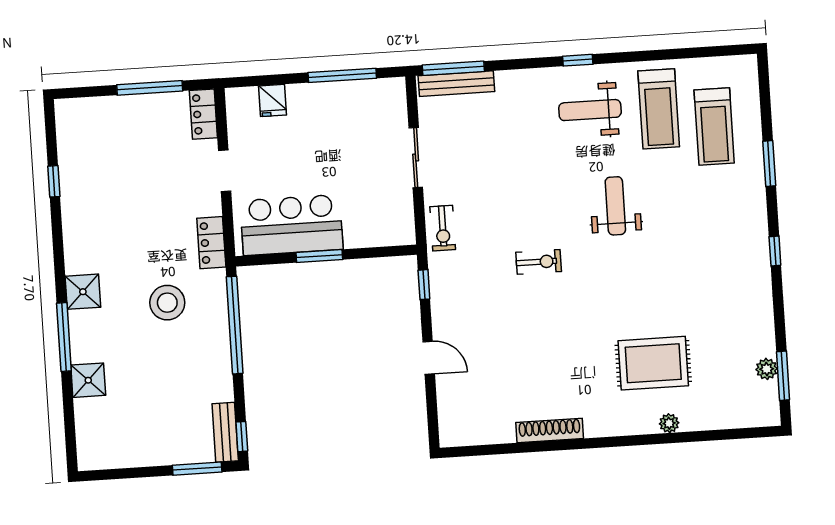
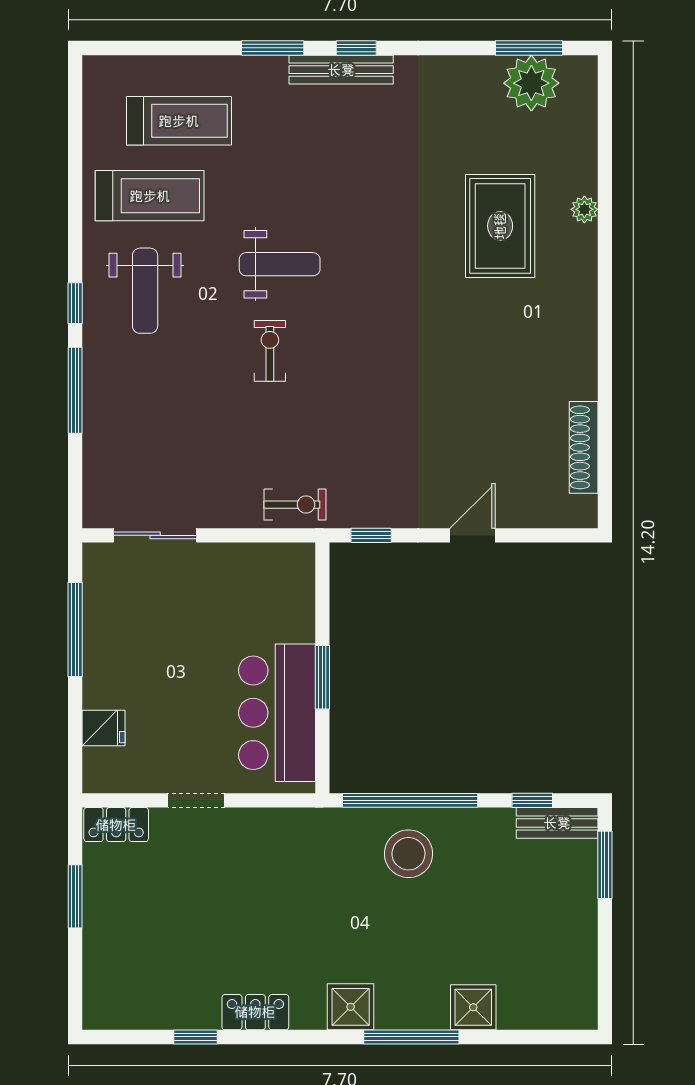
window: (453, 68) -> (75, 390), moved
bench: (456, 84) -> (341, 70), moved, turned 90
window: (150, 88) -> (75, 896), width x0.69
sliding door: (416, 158) -> (155, 535), moved
window: (769, 164) -> (273, 48), moved
weight bench: (615, 206) -> (280, 264), turned 180
locker: (211, 243) -> (255, 1012), moved, turned 180
exercise bike: (539, 262) -> (270, 351), moved
stool: (167, 303) -> (408, 854), moved
plant: (767, 369) -> (531, 83), width x1.88, depth x1.88
shoe rack: (550, 430) -> (584, 447), moved
window: (242, 437) -> (532, 800), moved

